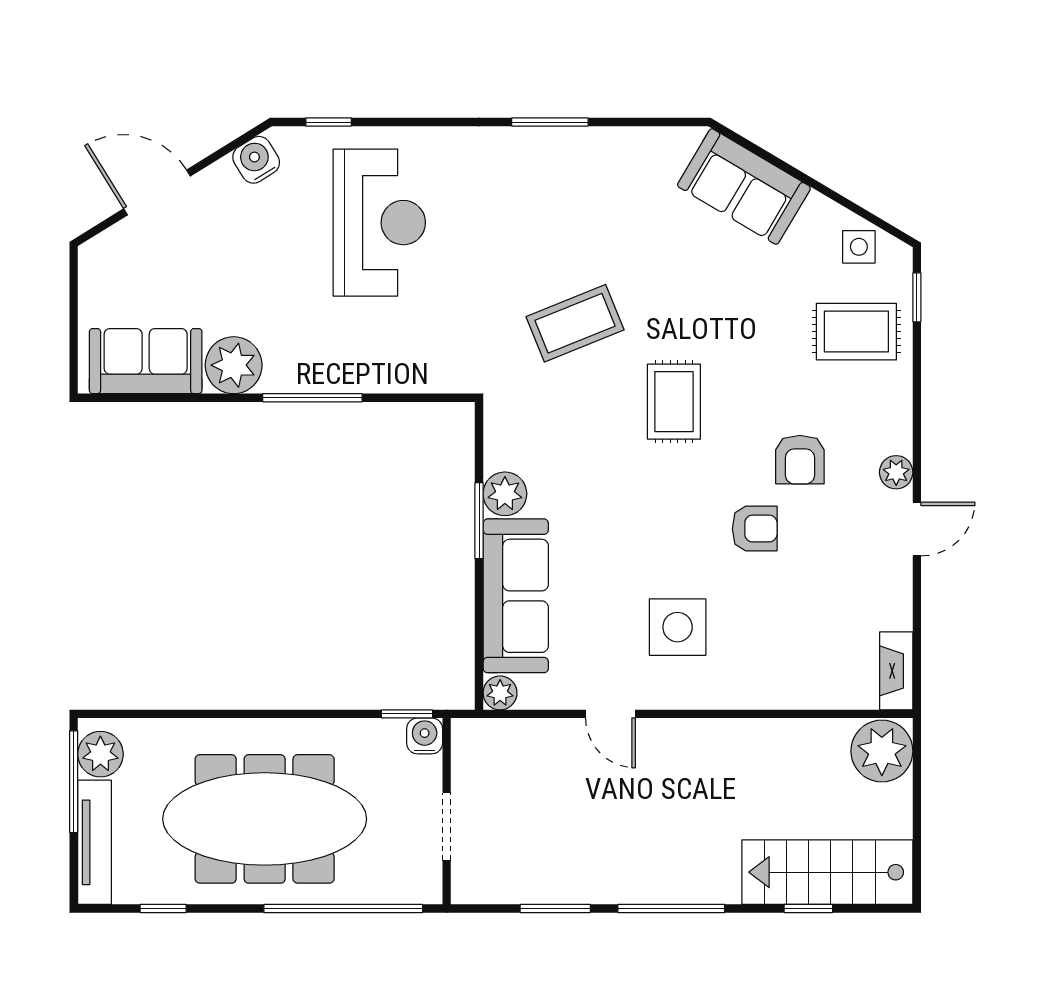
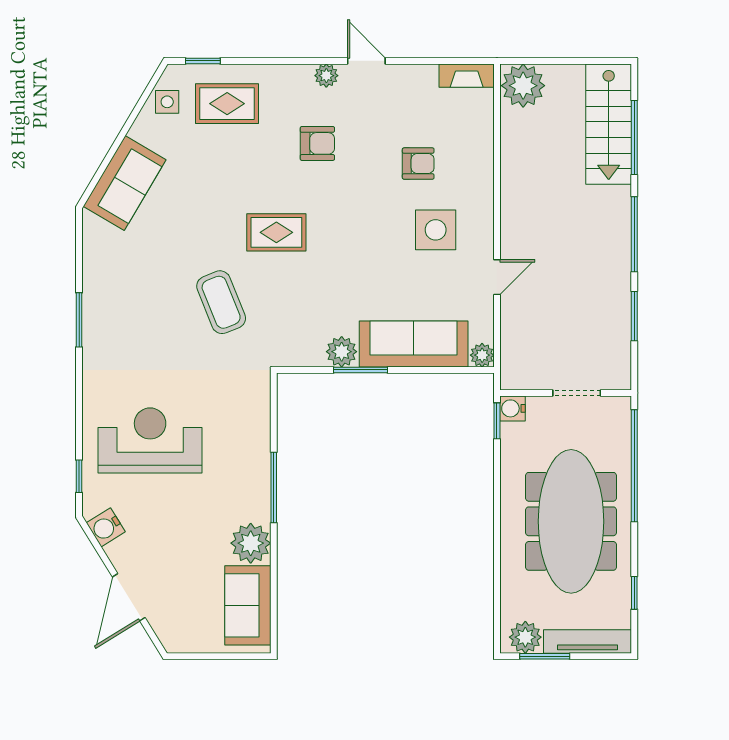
rug: (856, 332) -> (227, 104), turned 90
armchair: (755, 529) -> (418, 164), moved, turned 90
window: (74, 782) -> (545, 656), width x0.69
window: (808, 909) -> (634, 138), width x2.17

